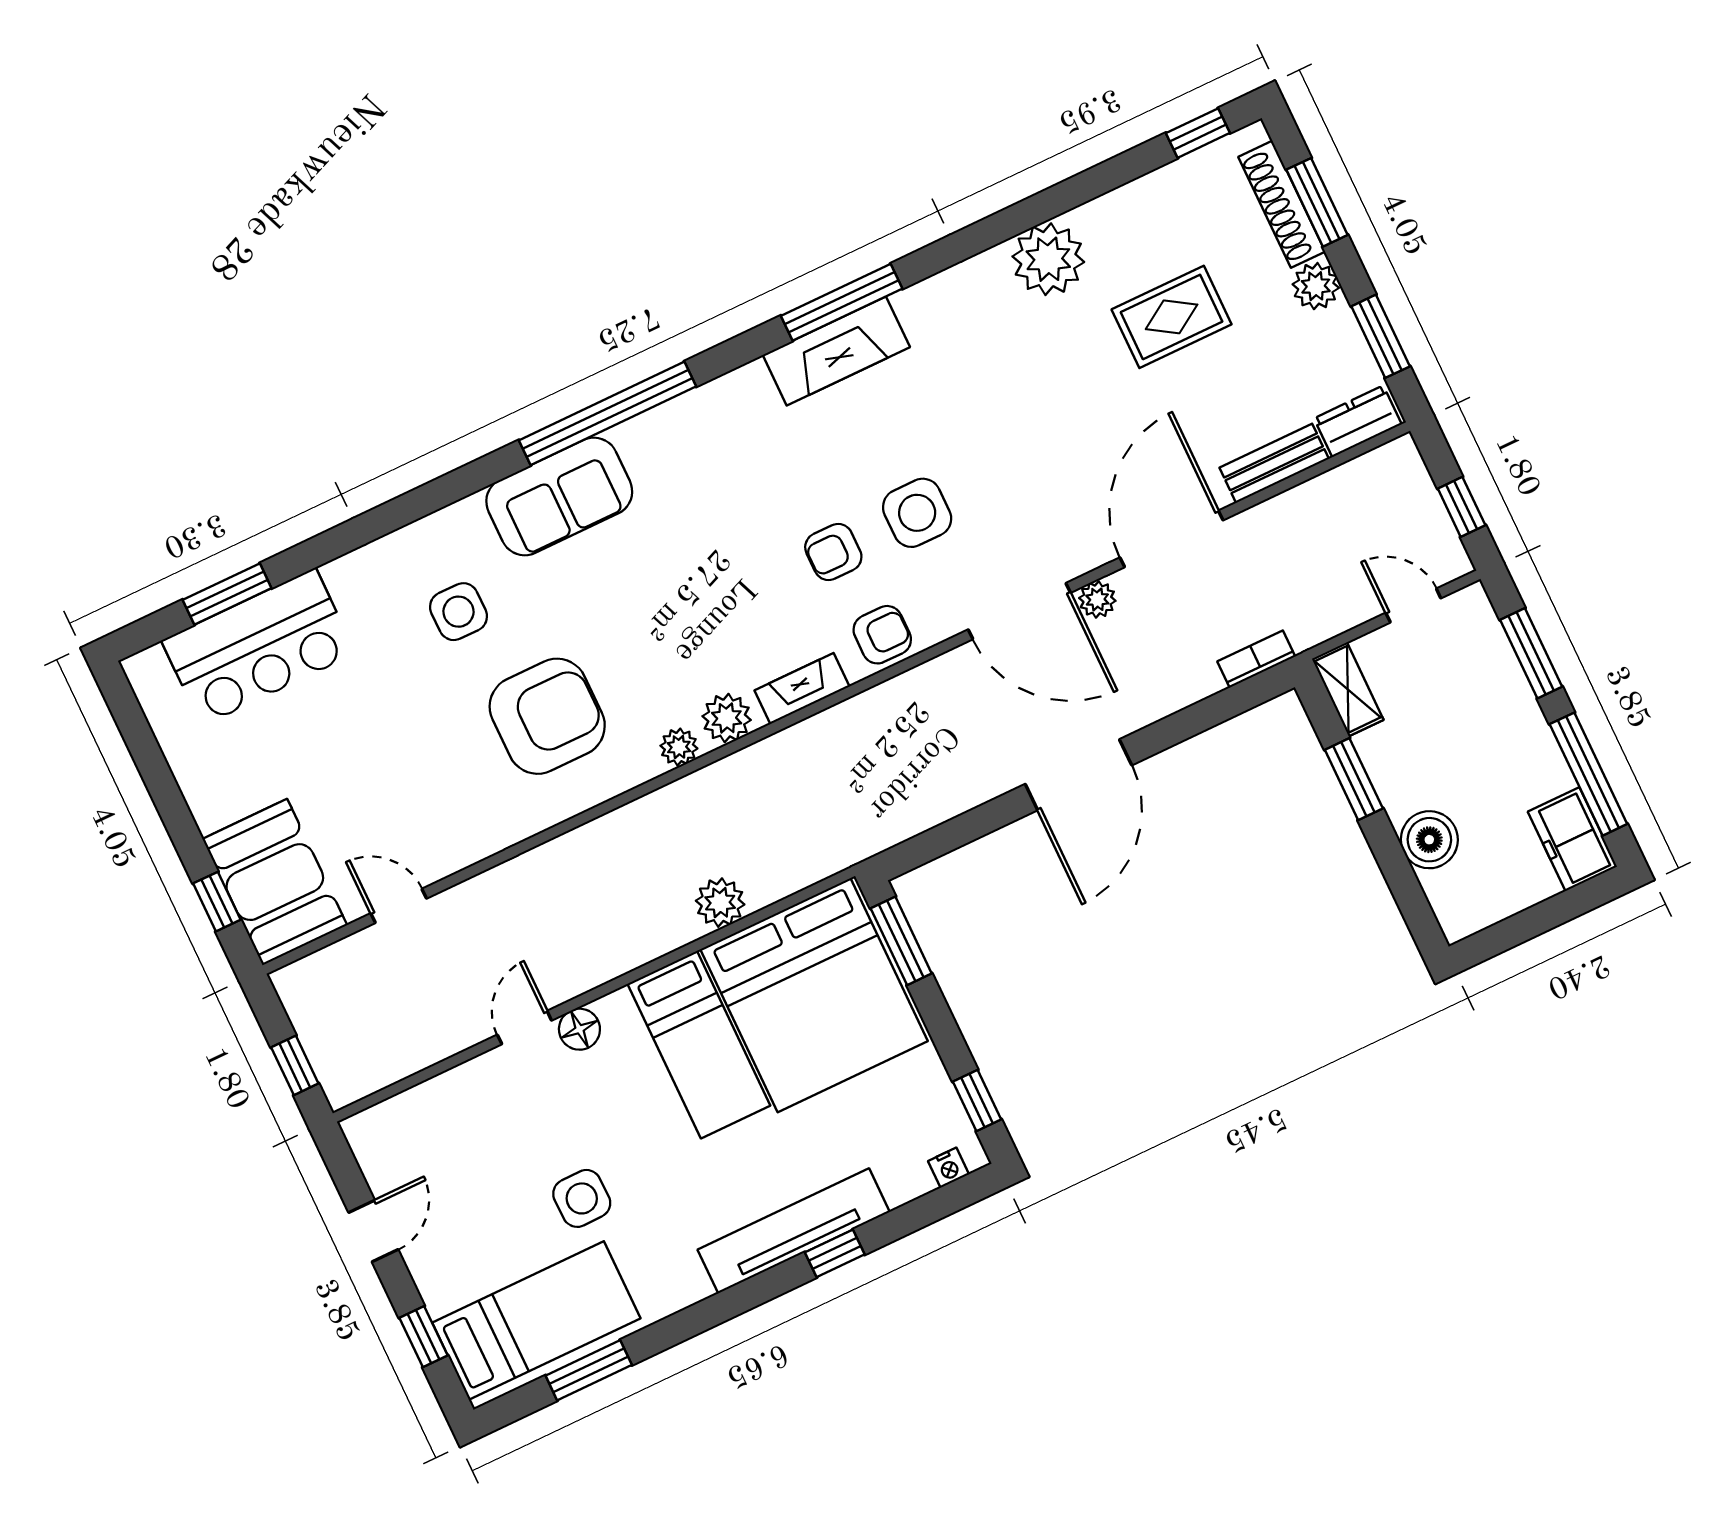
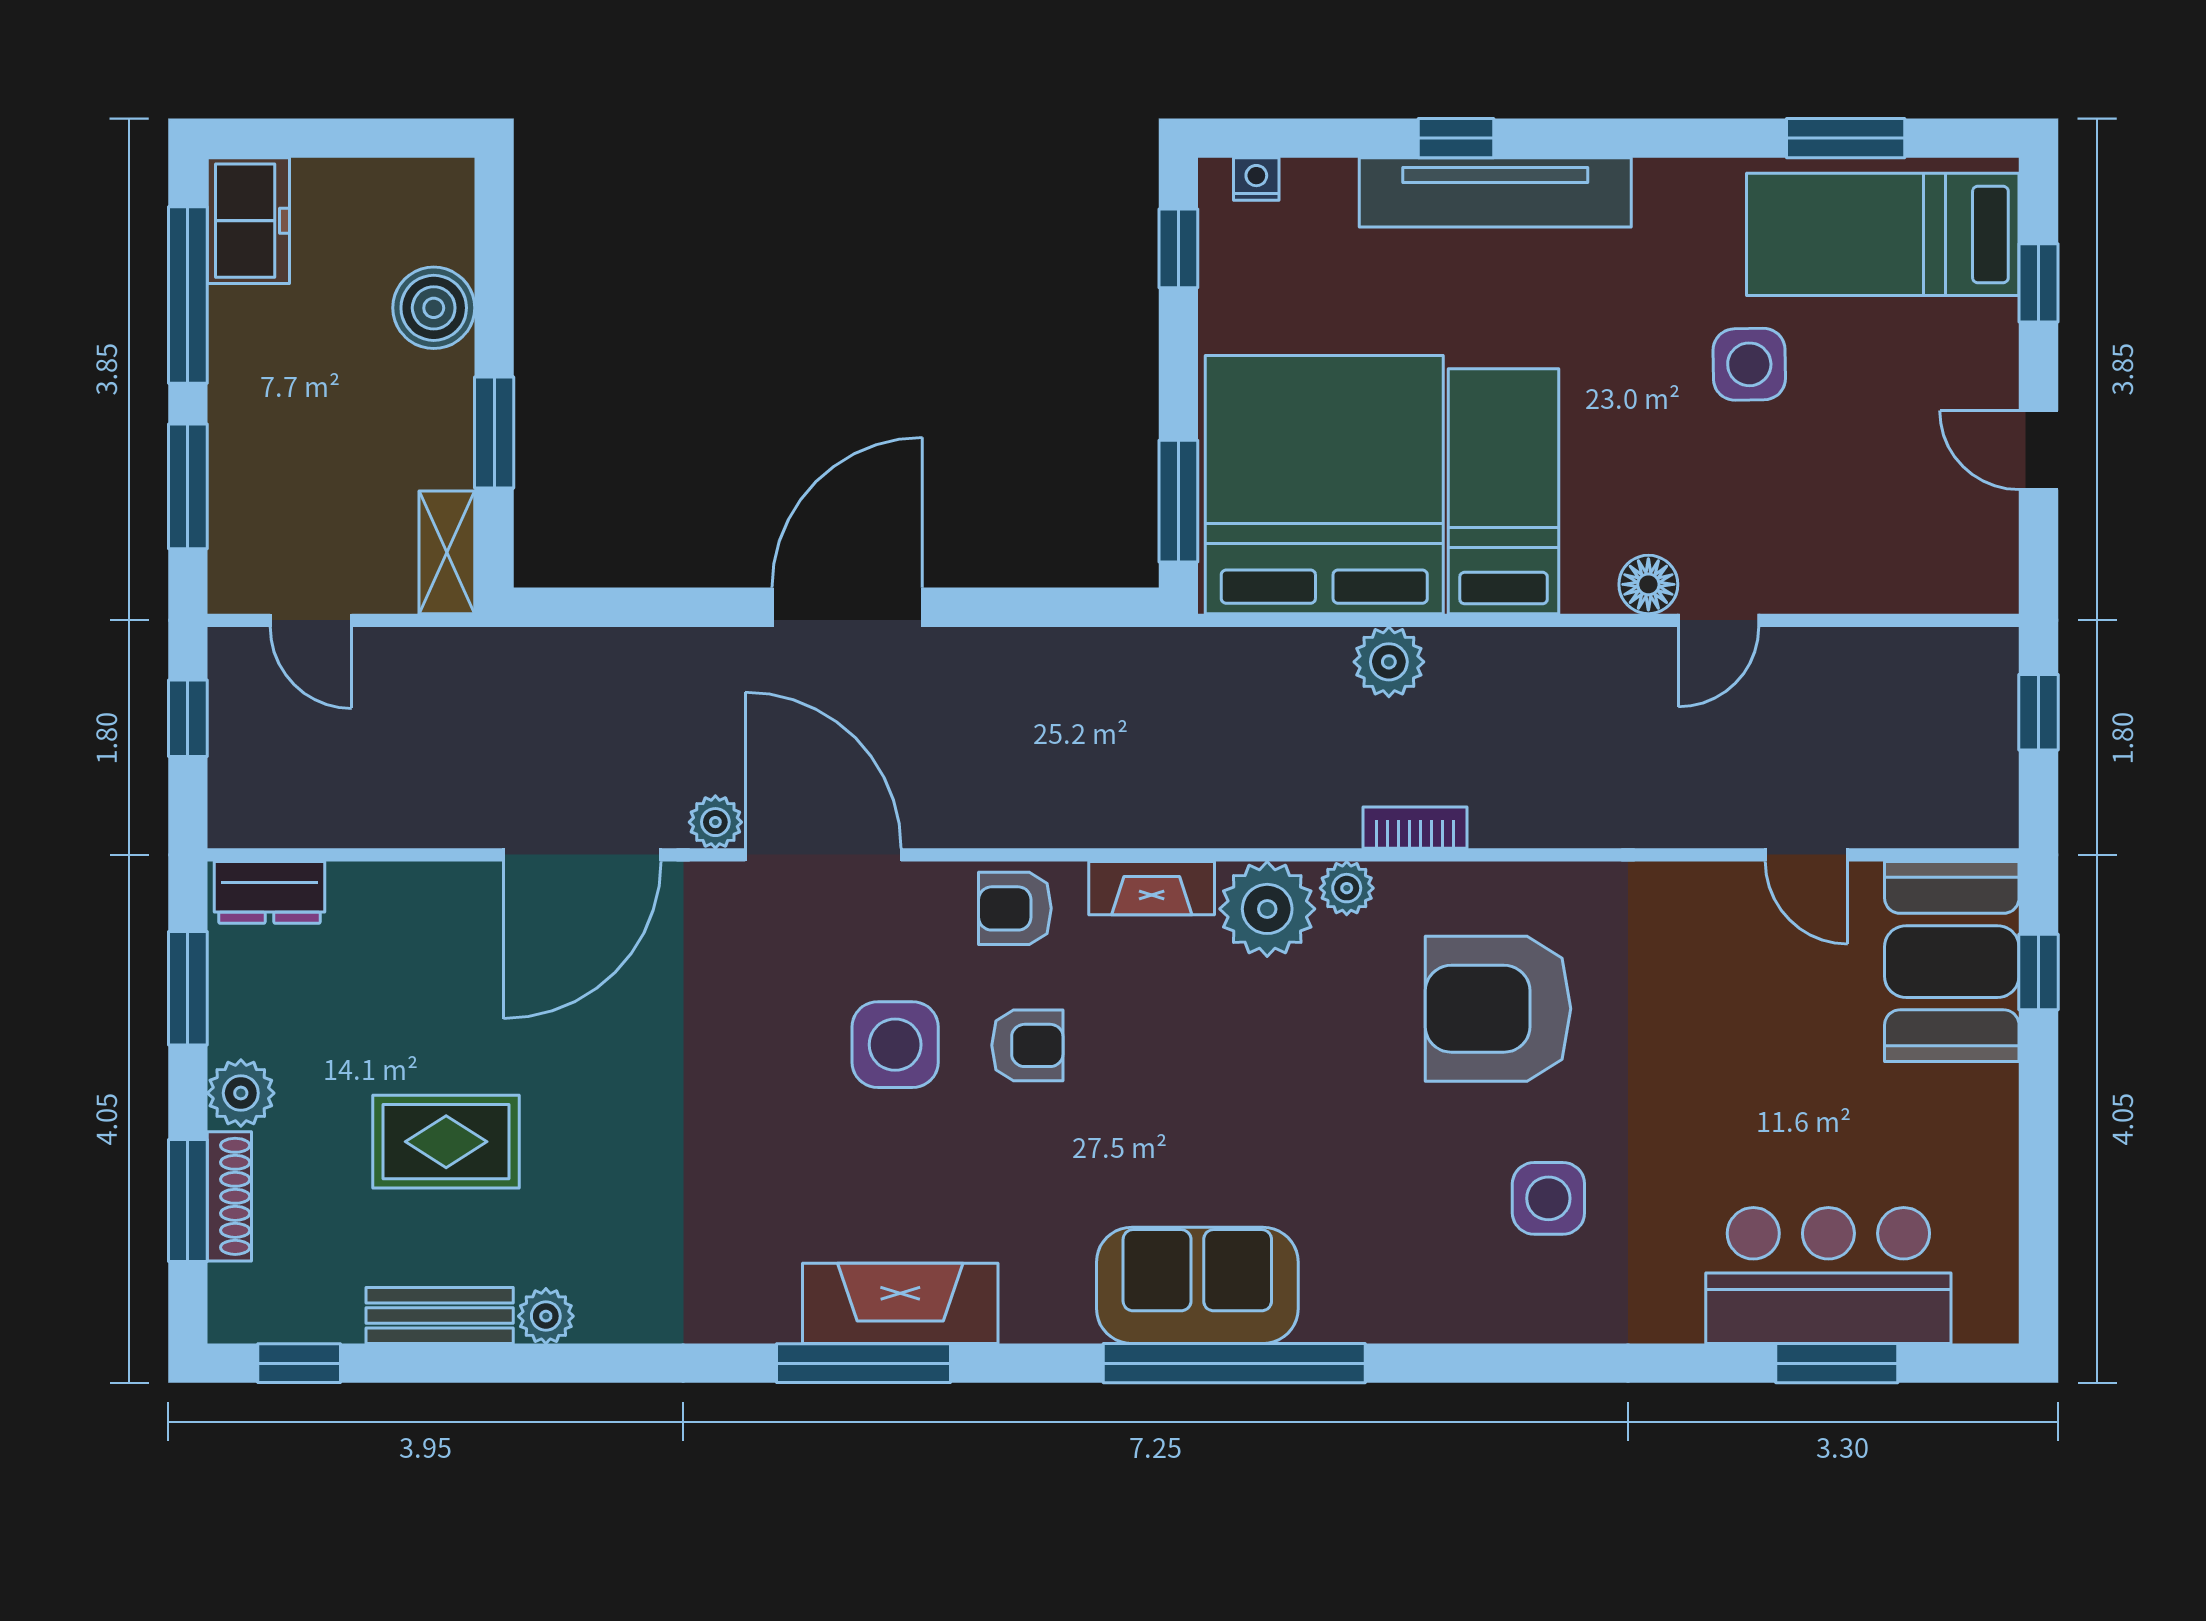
shoe rack: (1282, 204) -> (229, 1196), width x0.74, depth x0.81
plant: (1048, 259) -> (546, 1316), width x0.53, depth x0.53
bench: (1274, 463) -> (440, 1316), moved
sofa: (559, 496) -> (1197, 1285), moved
bookcase: (1256, 659) -> (1415, 828), moved, turned 180
plant: (727, 718) -> (1267, 909), width x1.36, depth x1.36
door: (373, 1231) -> (2039, 450), hinge flipped

